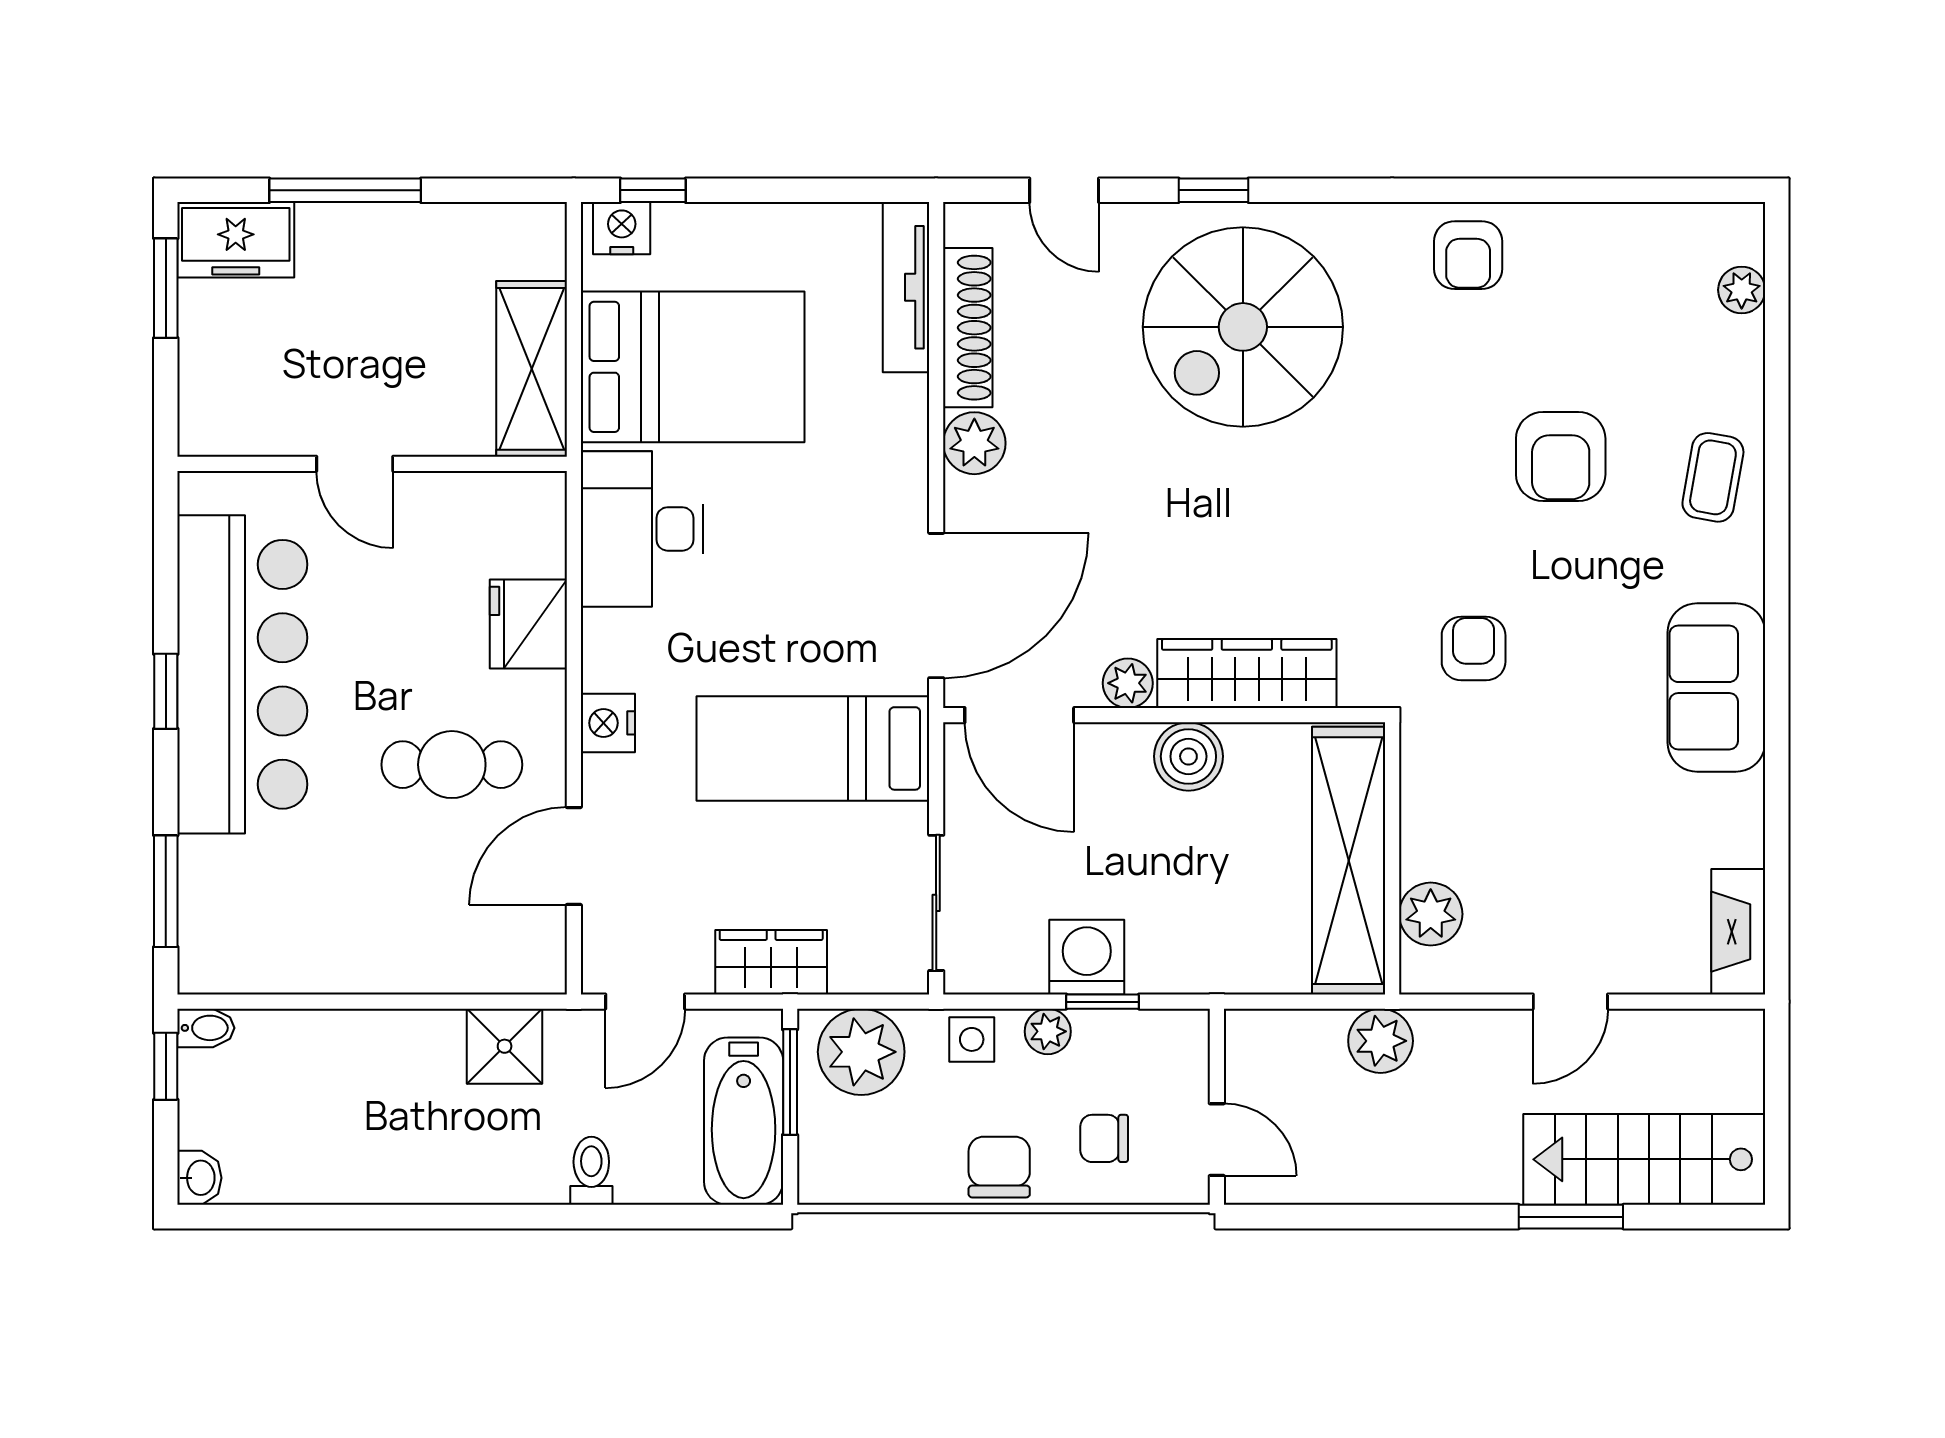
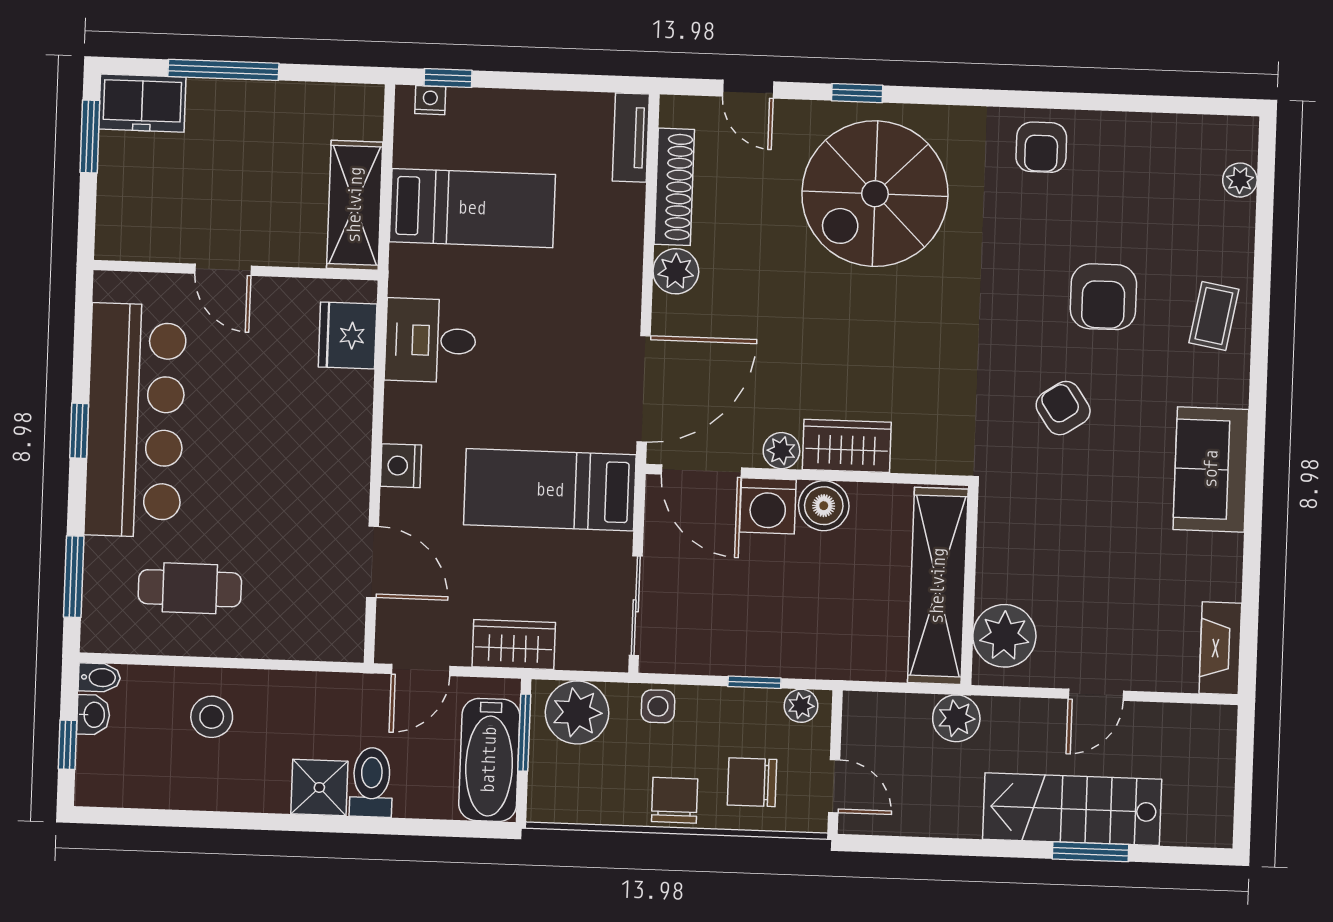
nightstand: (622, 228) -> (430, 100), width x0.72, depth x0.74
tv unit: (906, 287) -> (631, 138), width x0.71
bed: (693, 367) -> (472, 208), width x0.67
desk: (642, 529) -> (430, 340), width x0.73
fridge: (528, 624) -> (348, 335), moved
armchair: (1474, 649) -> (1063, 408), moved, turned -34
wardrobe: (1247, 674) -> (847, 446), width x0.67
cafe table: (452, 765) -> (190, 588), moved
door: (574, 856) -> (372, 562), swing flipped
plant: (1431, 914) -> (1004, 636), width x1.36, depth x1.36
washing machine: (1087, 957) -> (768, 506), moved, turned 180
plant: (1048, 1031) -> (801, 706), moved
shower: (505, 1046) -> (319, 787), moved
window: (166, 1066) -> (68, 745), moved
stool: (362, 1076) -> (212, 717), added
chair: (1104, 1138) -> (752, 782), width x1.37, depth x1.37
stairs: (1644, 1159) -> (1072, 809), moved
toilet: (591, 1171) -> (371, 782), width x1.37, depth x1.39
washbasin: (199, 1178) -> (93, 715), moved

